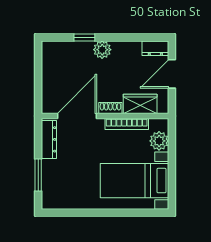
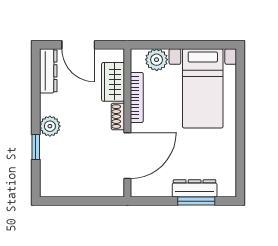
dresser: (155, 48) -> (48, 71), width x1.44
door: (77, 116) -> (127, 156), swing flipped
dresser: (49, 139) -> (195, 188), moved

